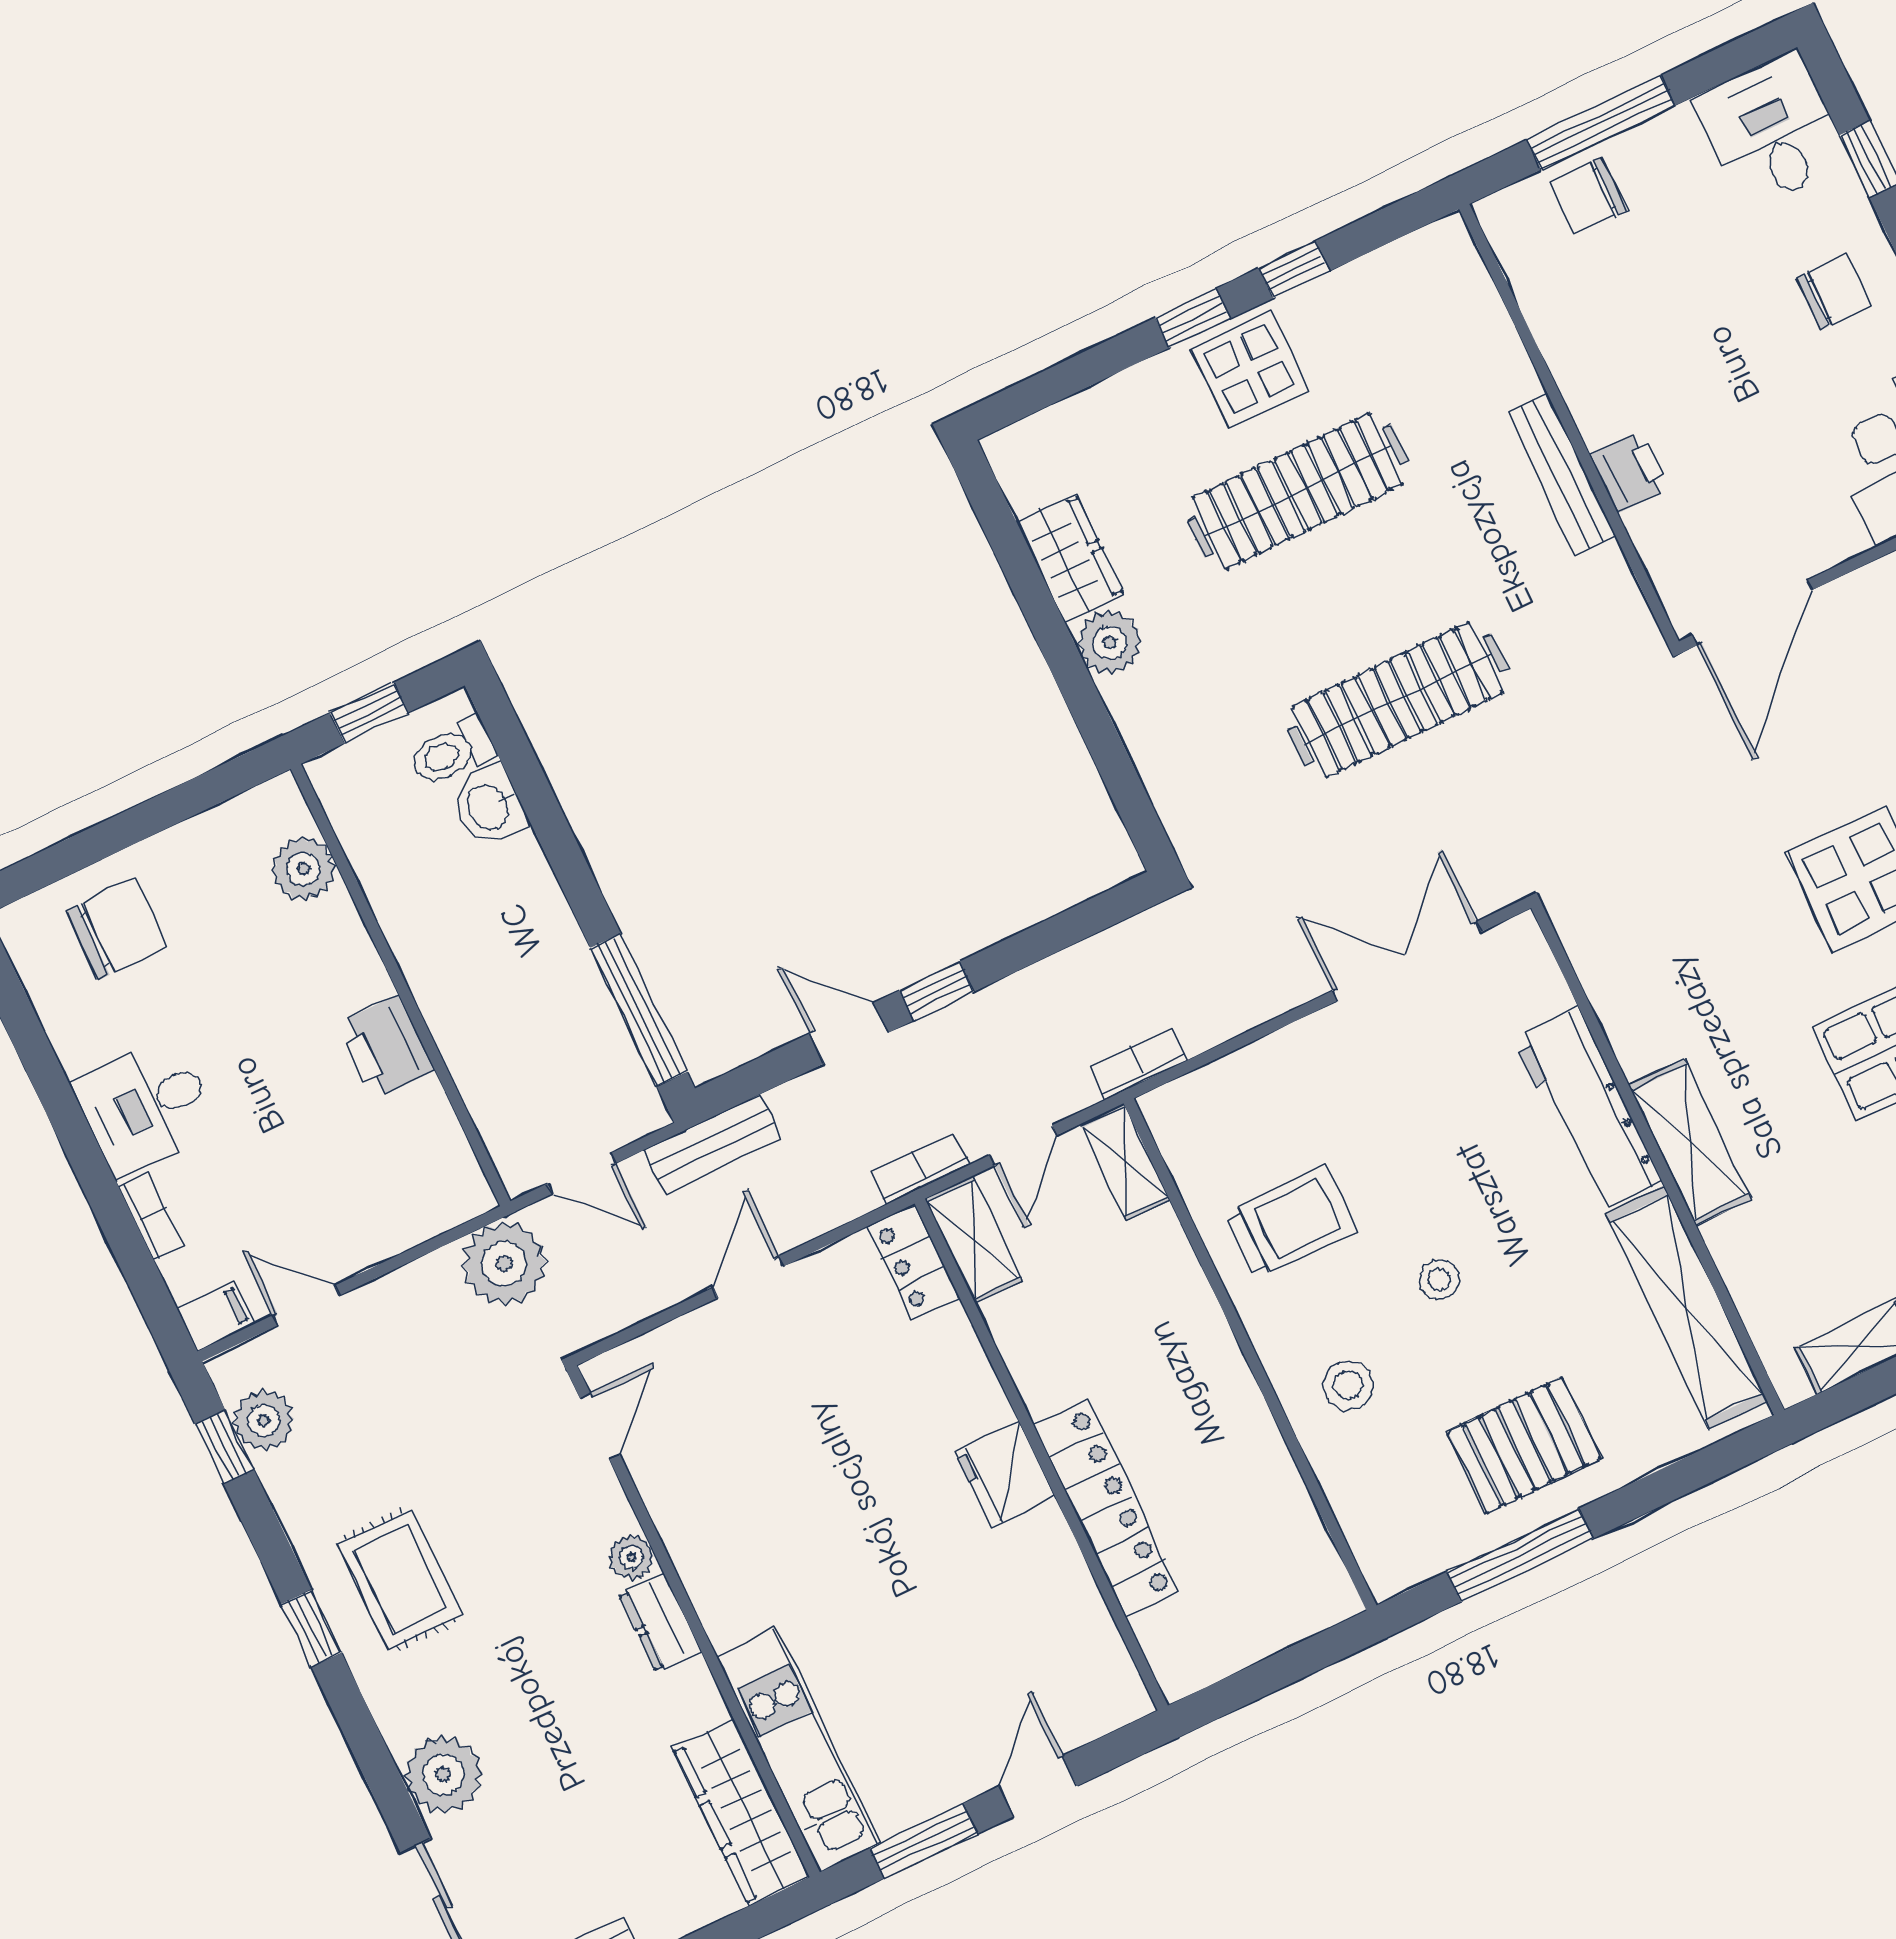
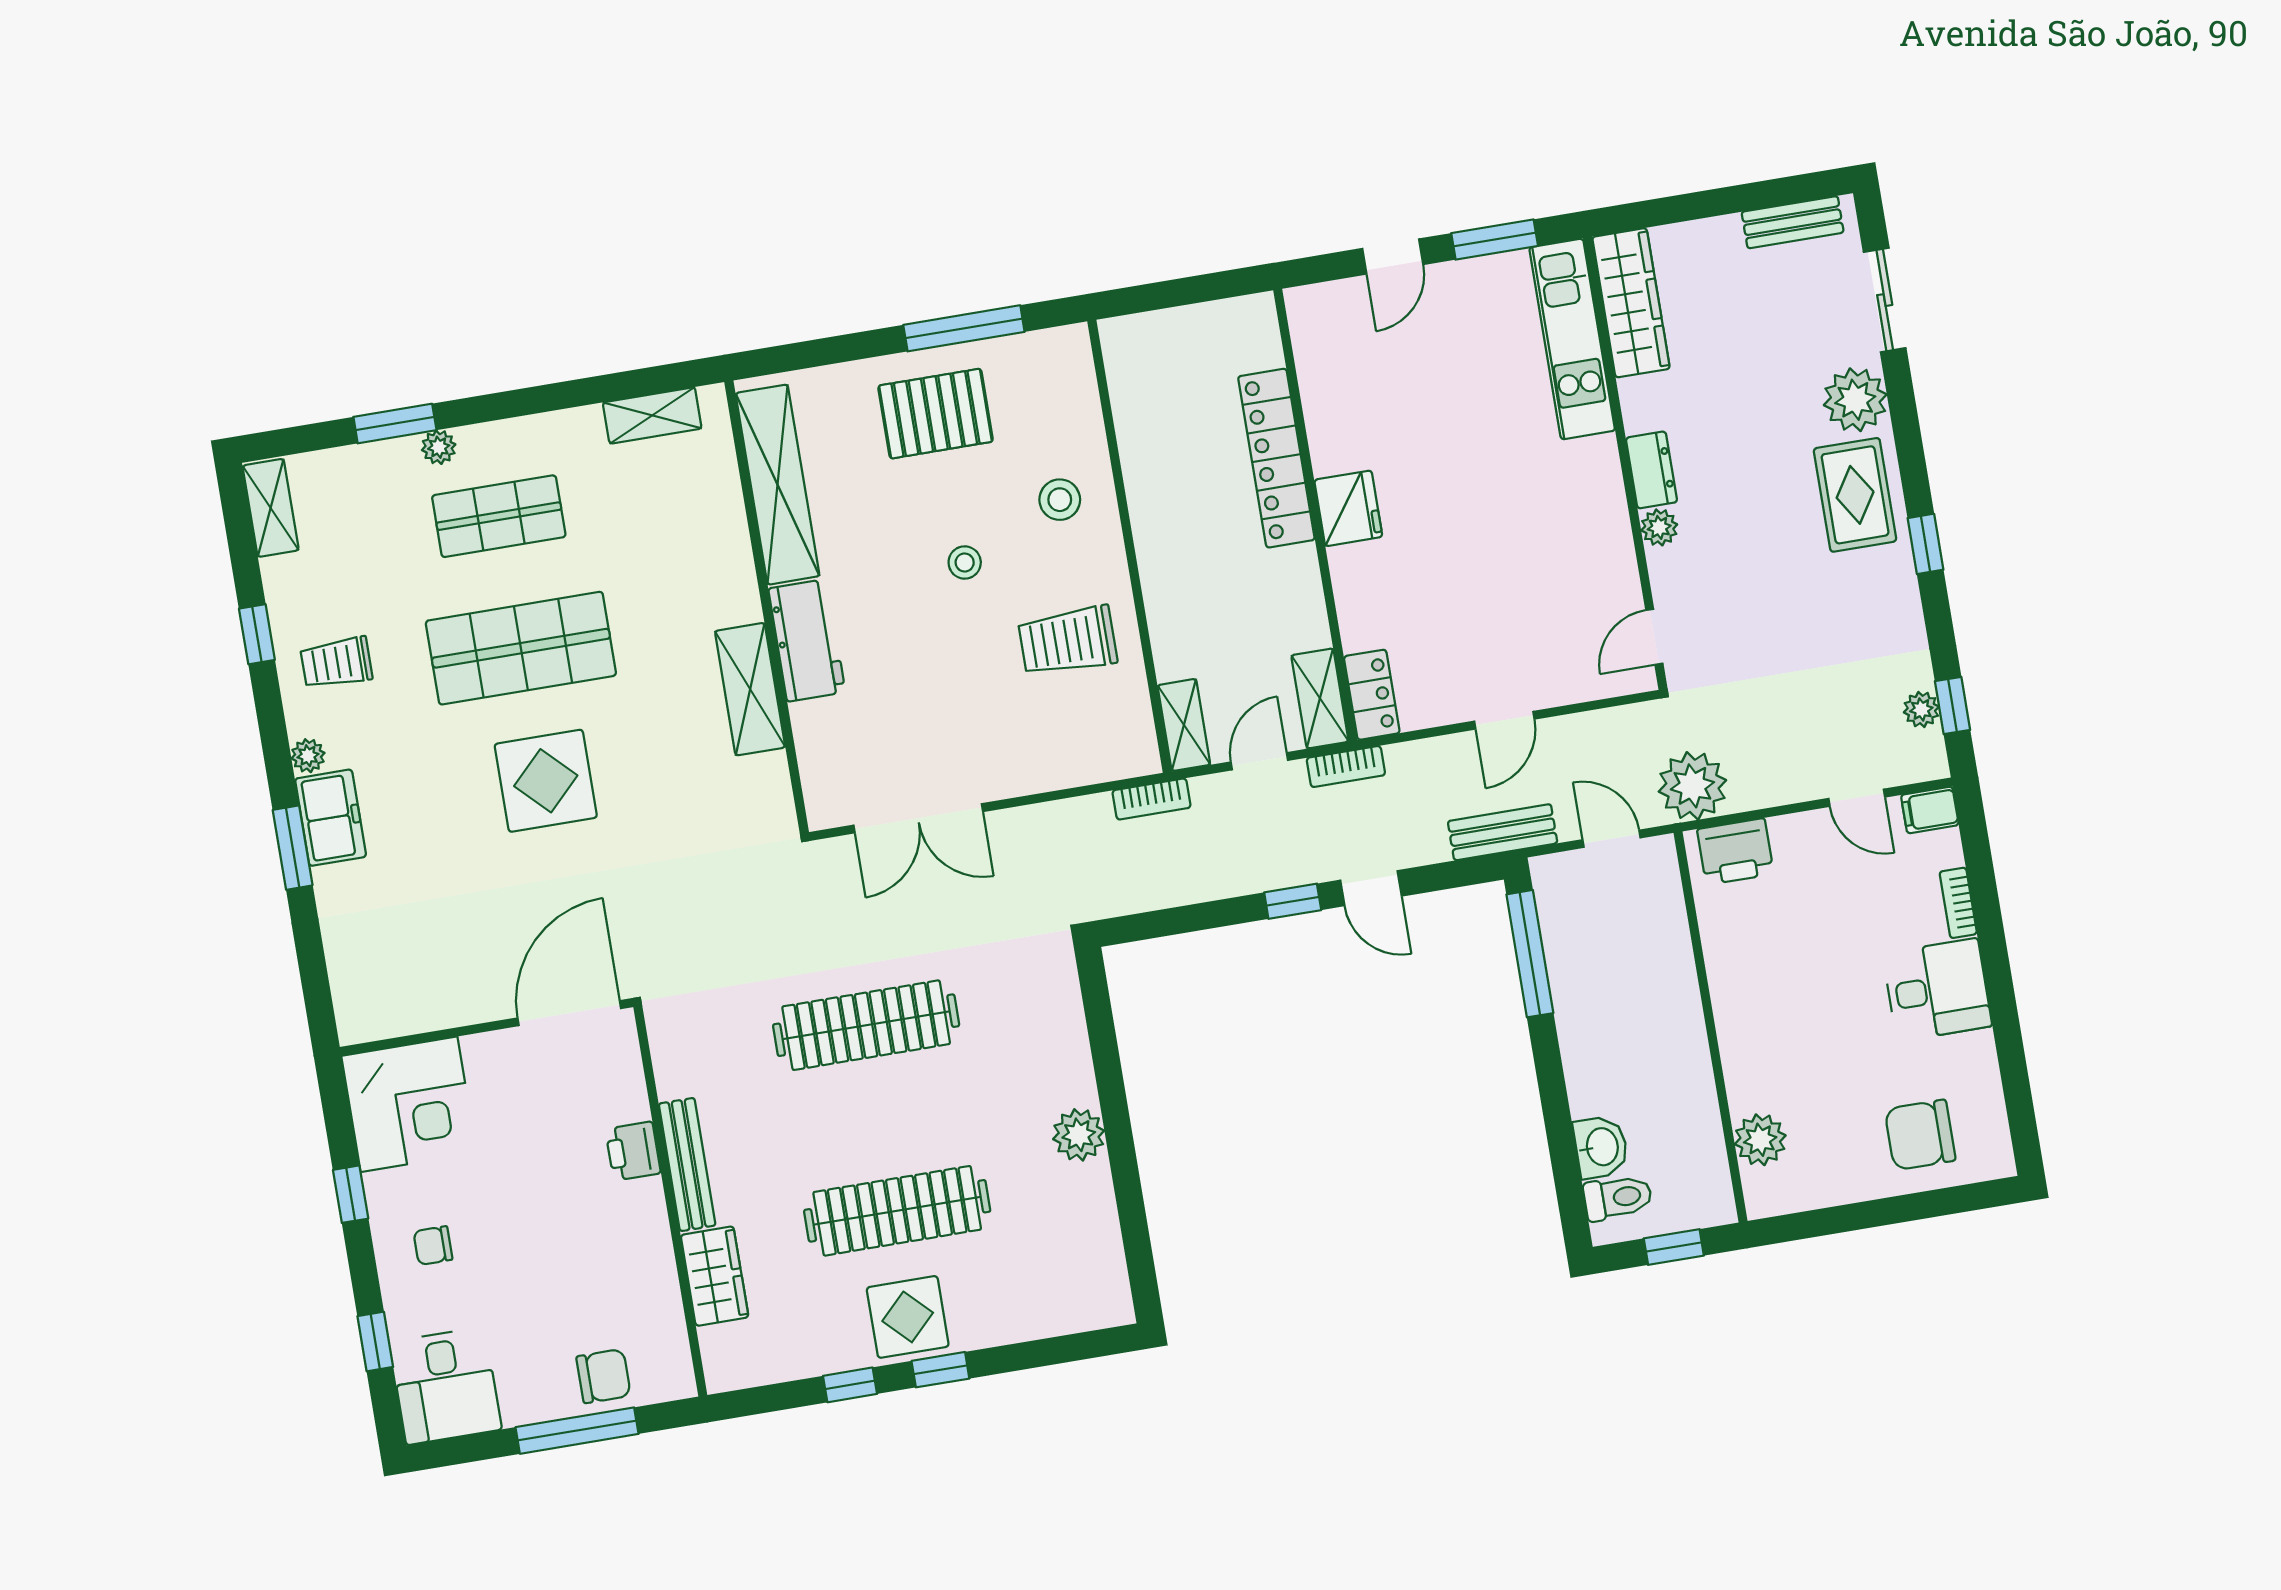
chair: (1834, 292) -> (433, 1246), width x0.73, depth x0.73
wardrobe: (1070, 558) -> (715, 1276), moved, turned 180
printer: (385, 1047) -> (1735, 852), moved, turned 90
workbench: (1587, 1110) -> (807, 640), width x0.73
shelving: (1690, 1142) -> (750, 689), moved
plant: (264, 1421) -> (1921, 709), width x0.73, depth x0.73
rug: (400, 1580) -> (1855, 495), moved

